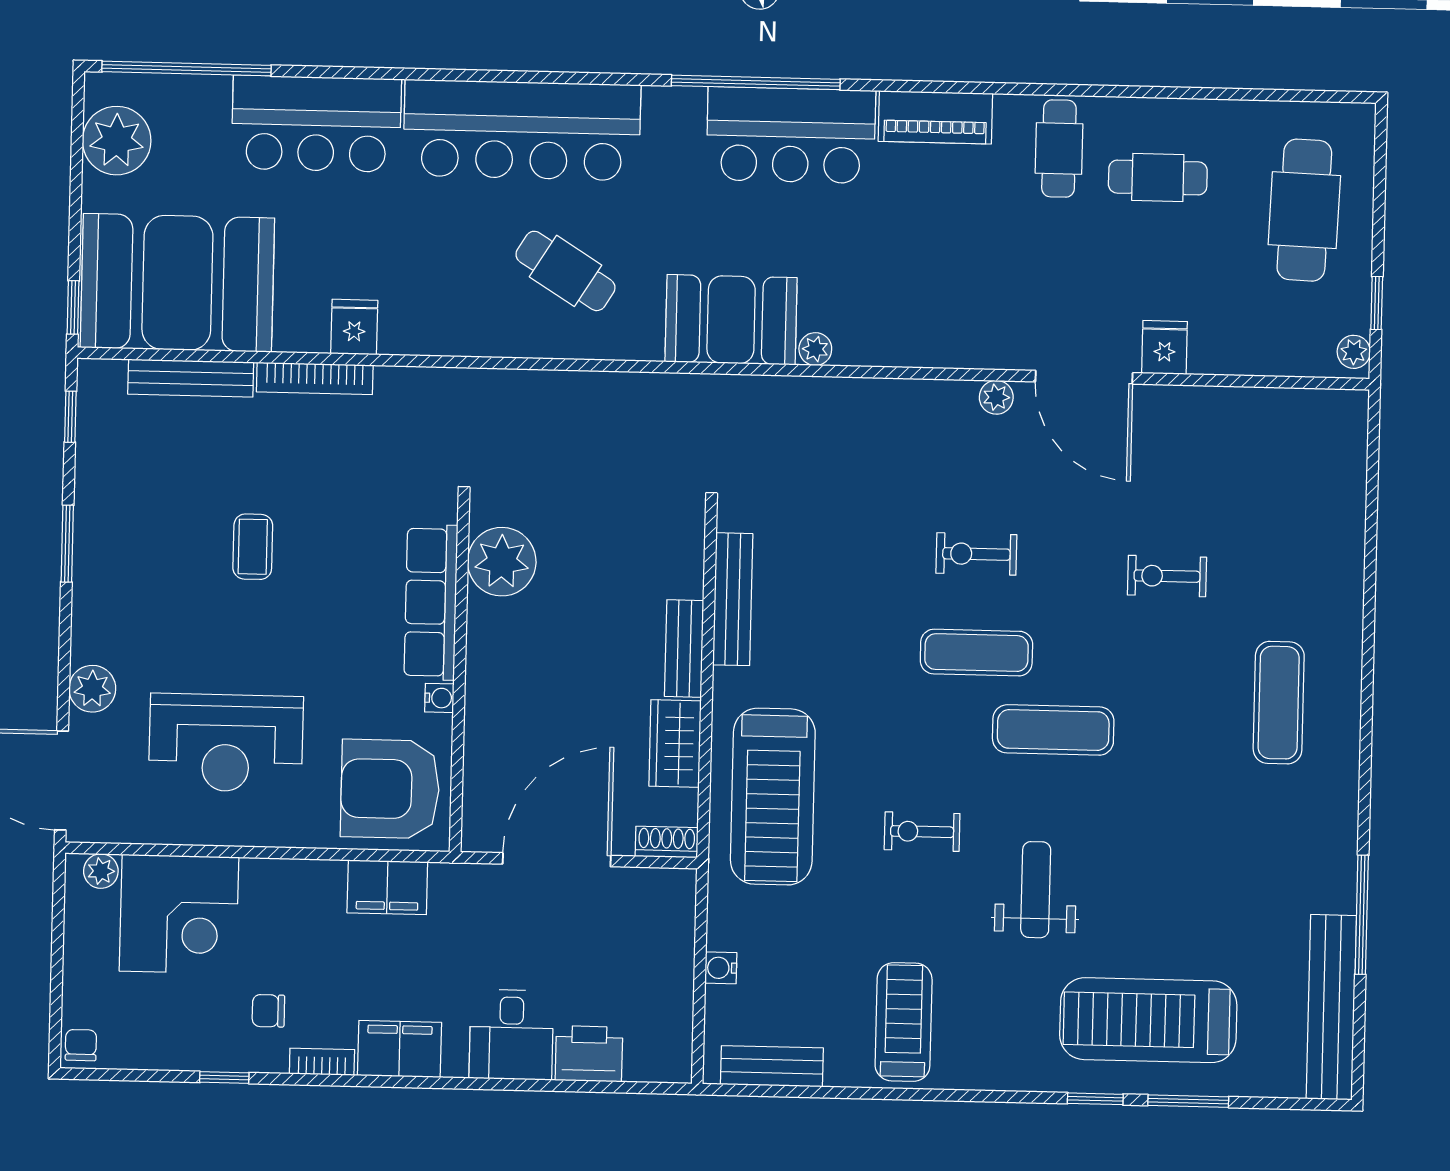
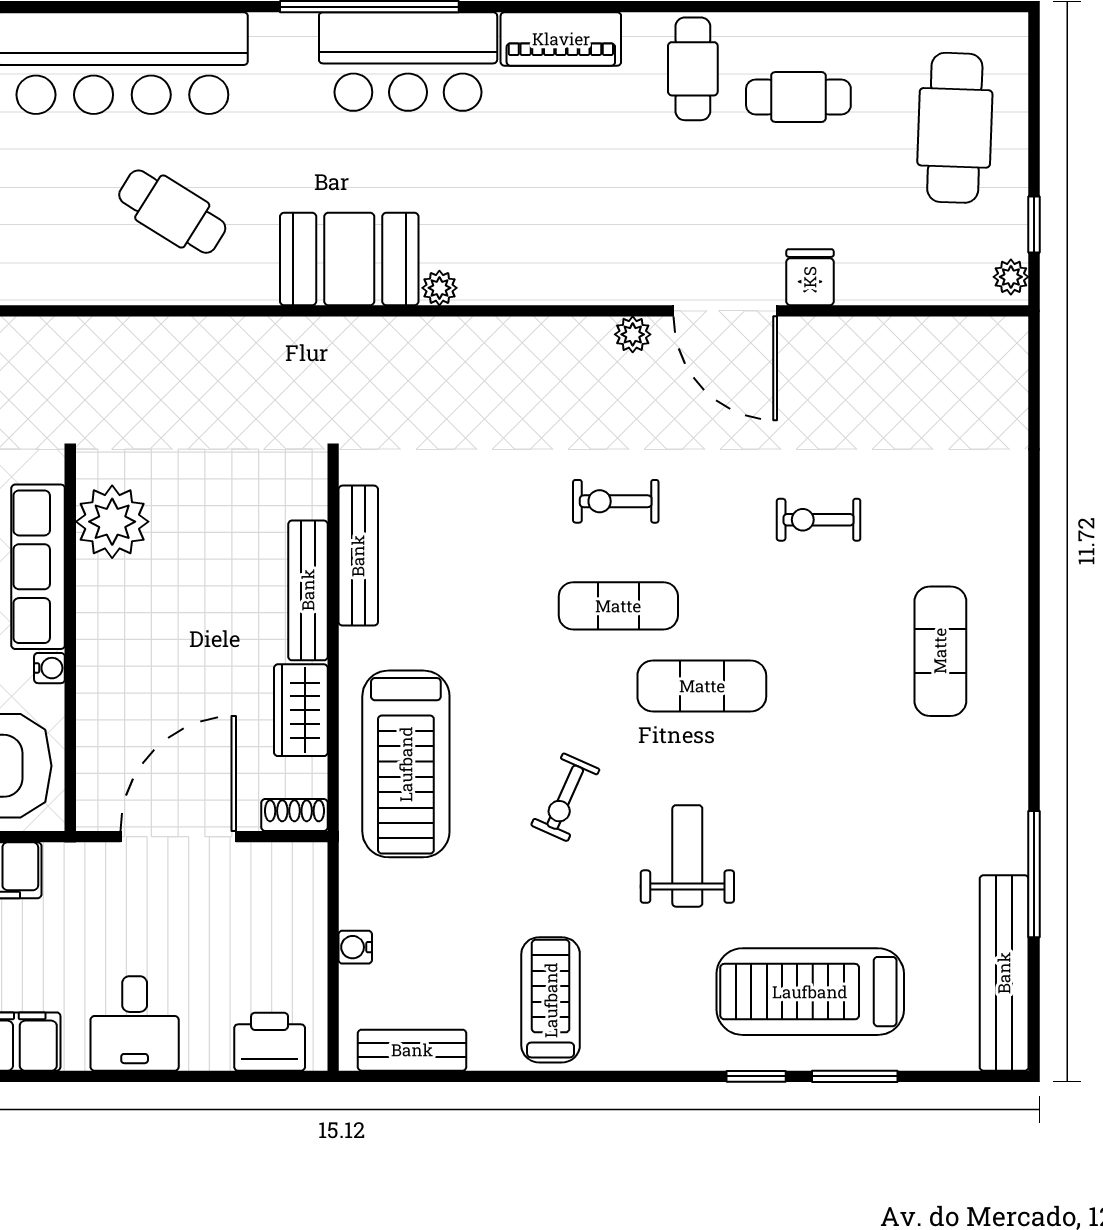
bench: (684, 648) -> (308, 590), width x1.36
exercise bike: (922, 832) -> (565, 797), turned -66
printer: (589, 1054) -> (270, 1042), moved

